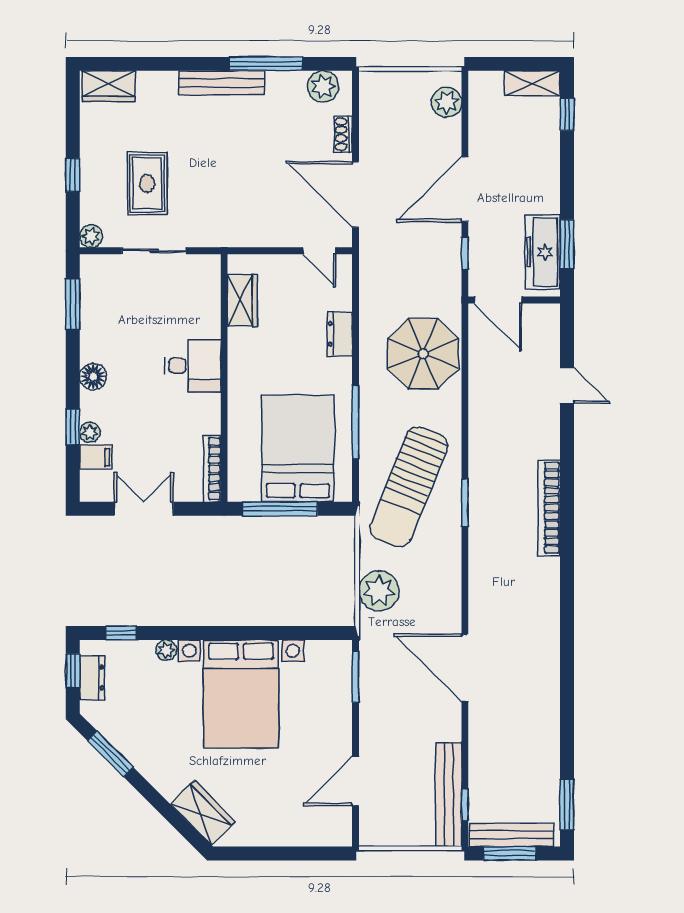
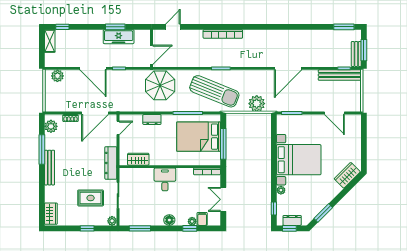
dresser: (233, 233) -> (111, 163), added
door: (498, 300) -> (151, 55), moved
wall: (514, 300) -> (151, 48), moved
bench: (511, 835) -> (356, 54), width x0.73

